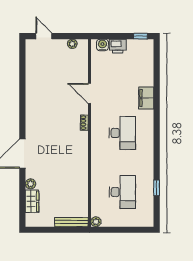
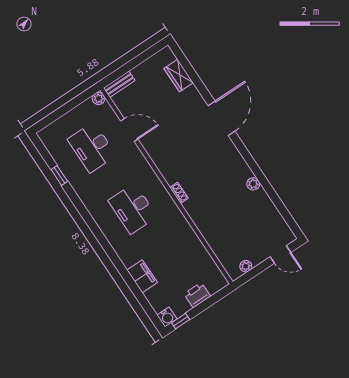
water cooler: (102, 45) -> (167, 317), moved
door: (90, 93) -> (129, 130), moved
filing cabinet: (146, 98) -> (142, 276), moved
plant: (31, 184) -> (253, 184), moved
bench: (71, 222) -> (119, 84), width x0.73

